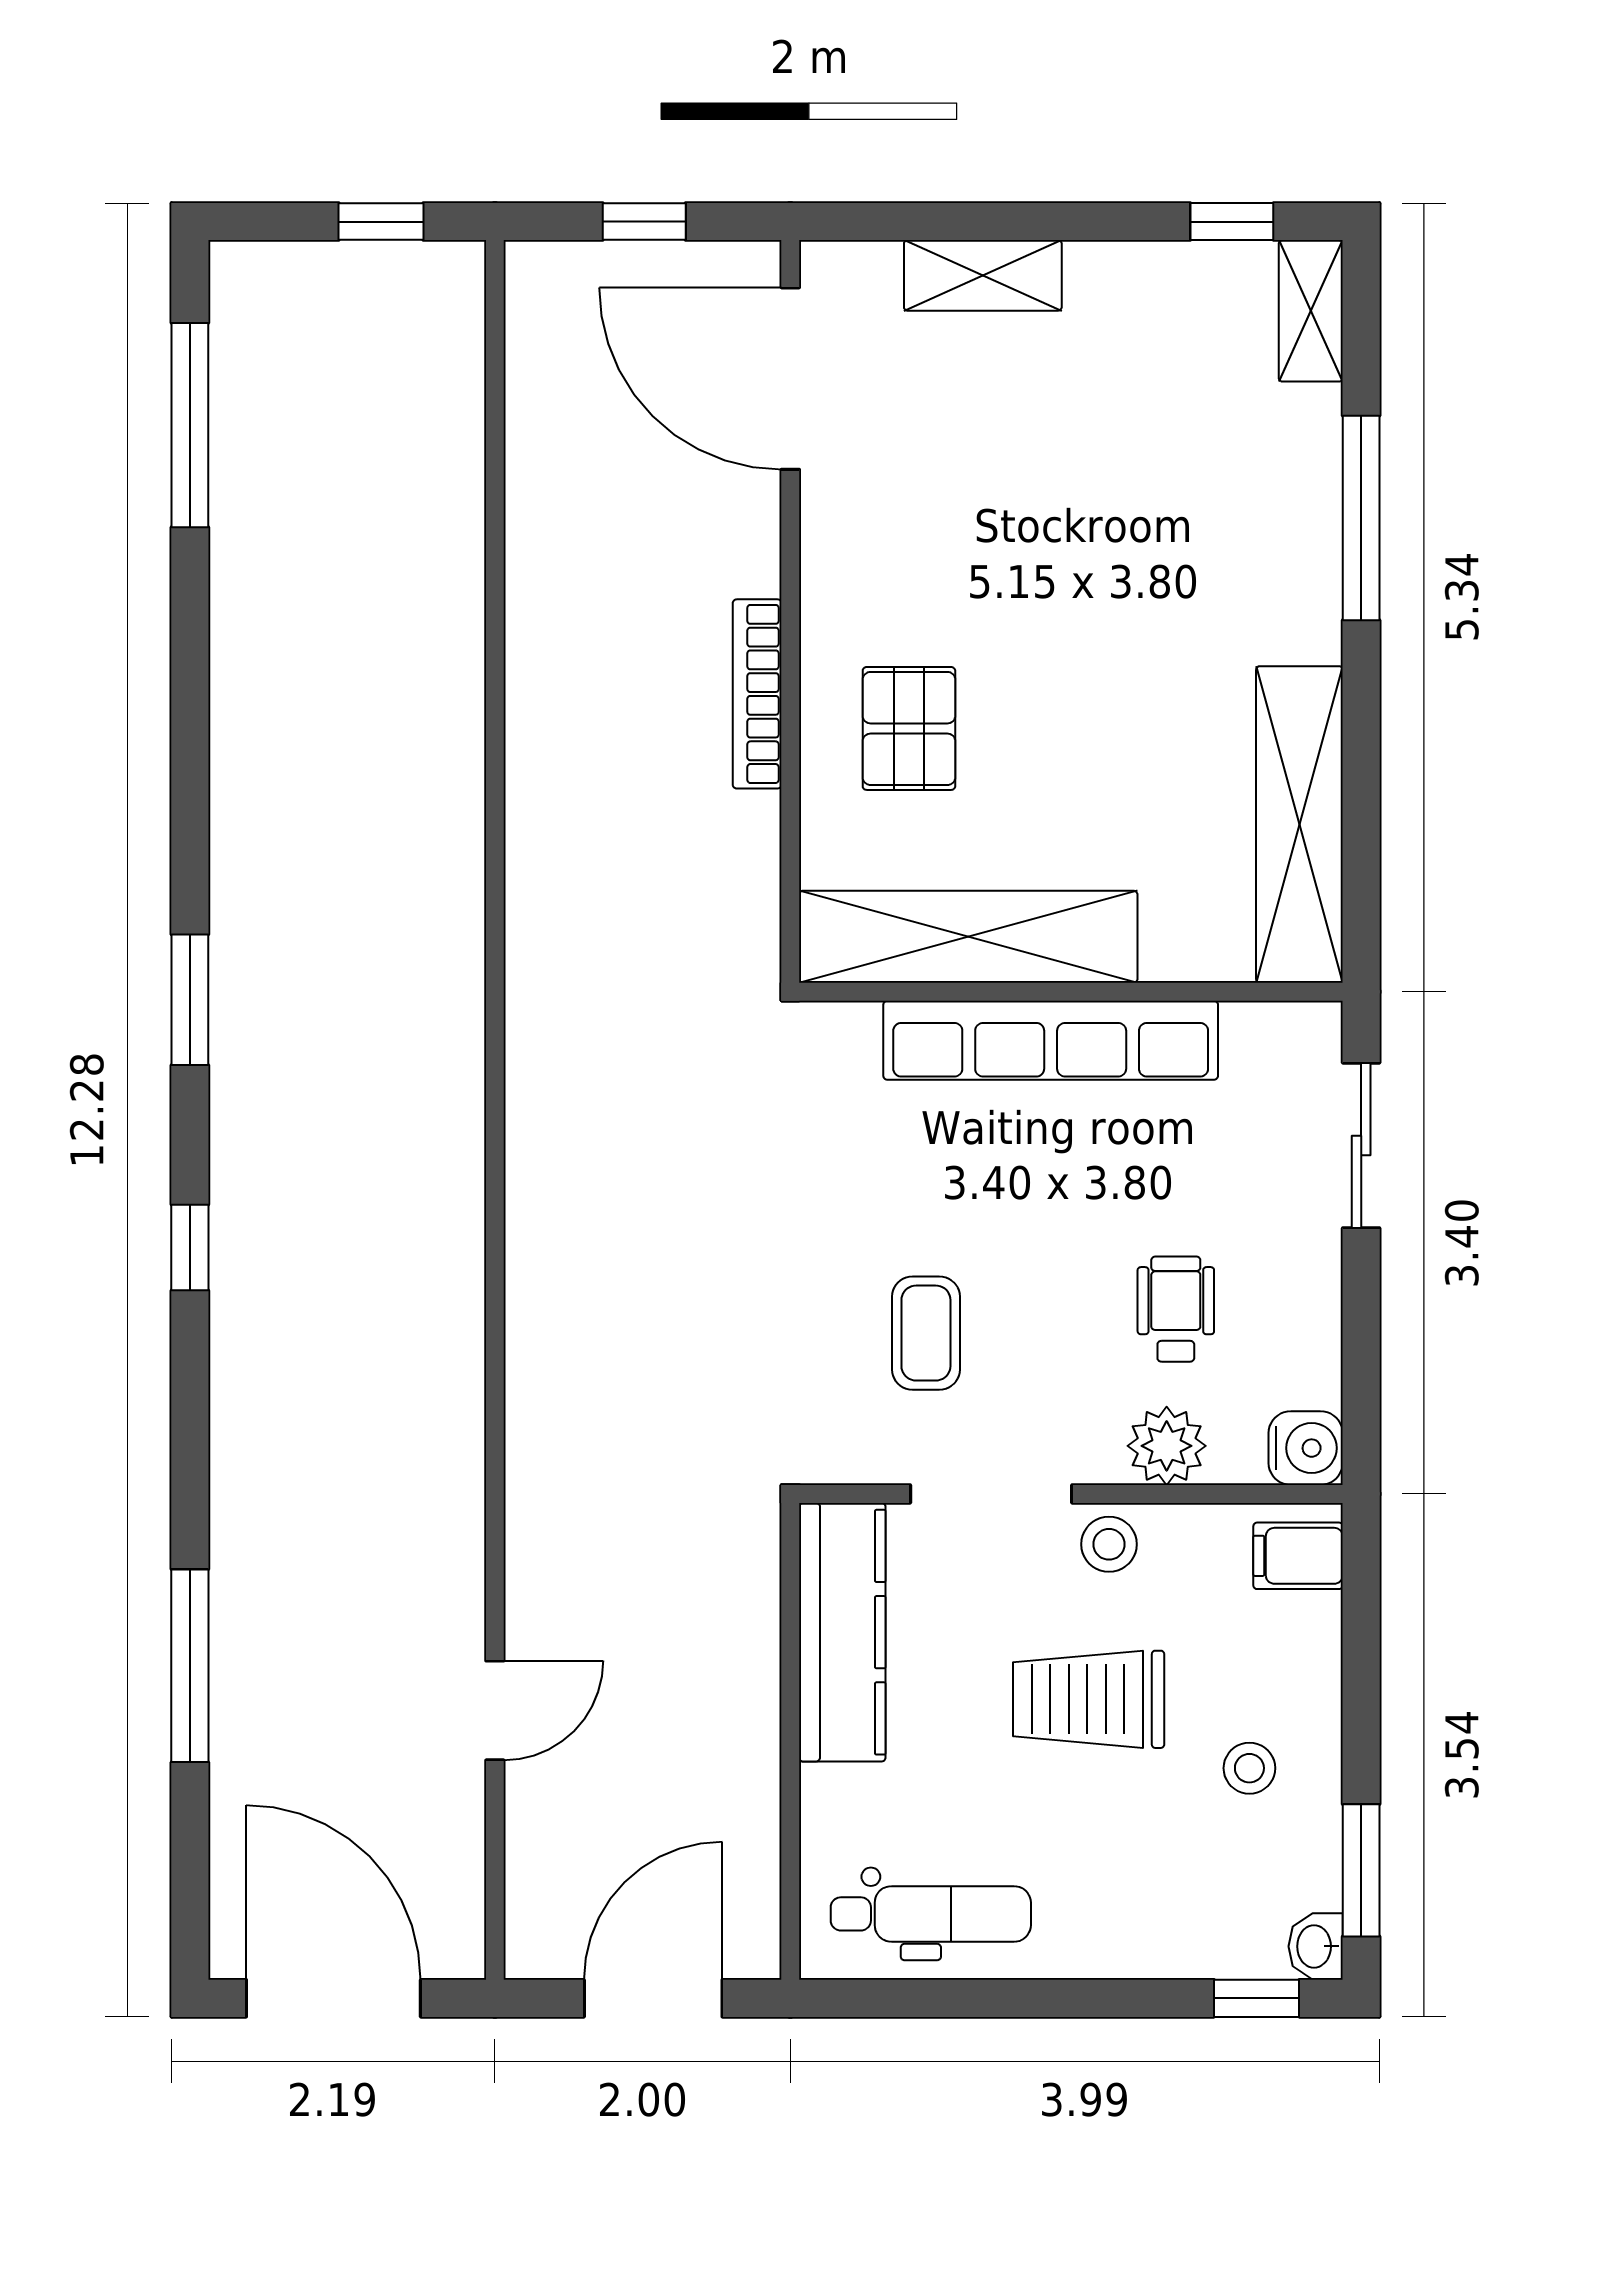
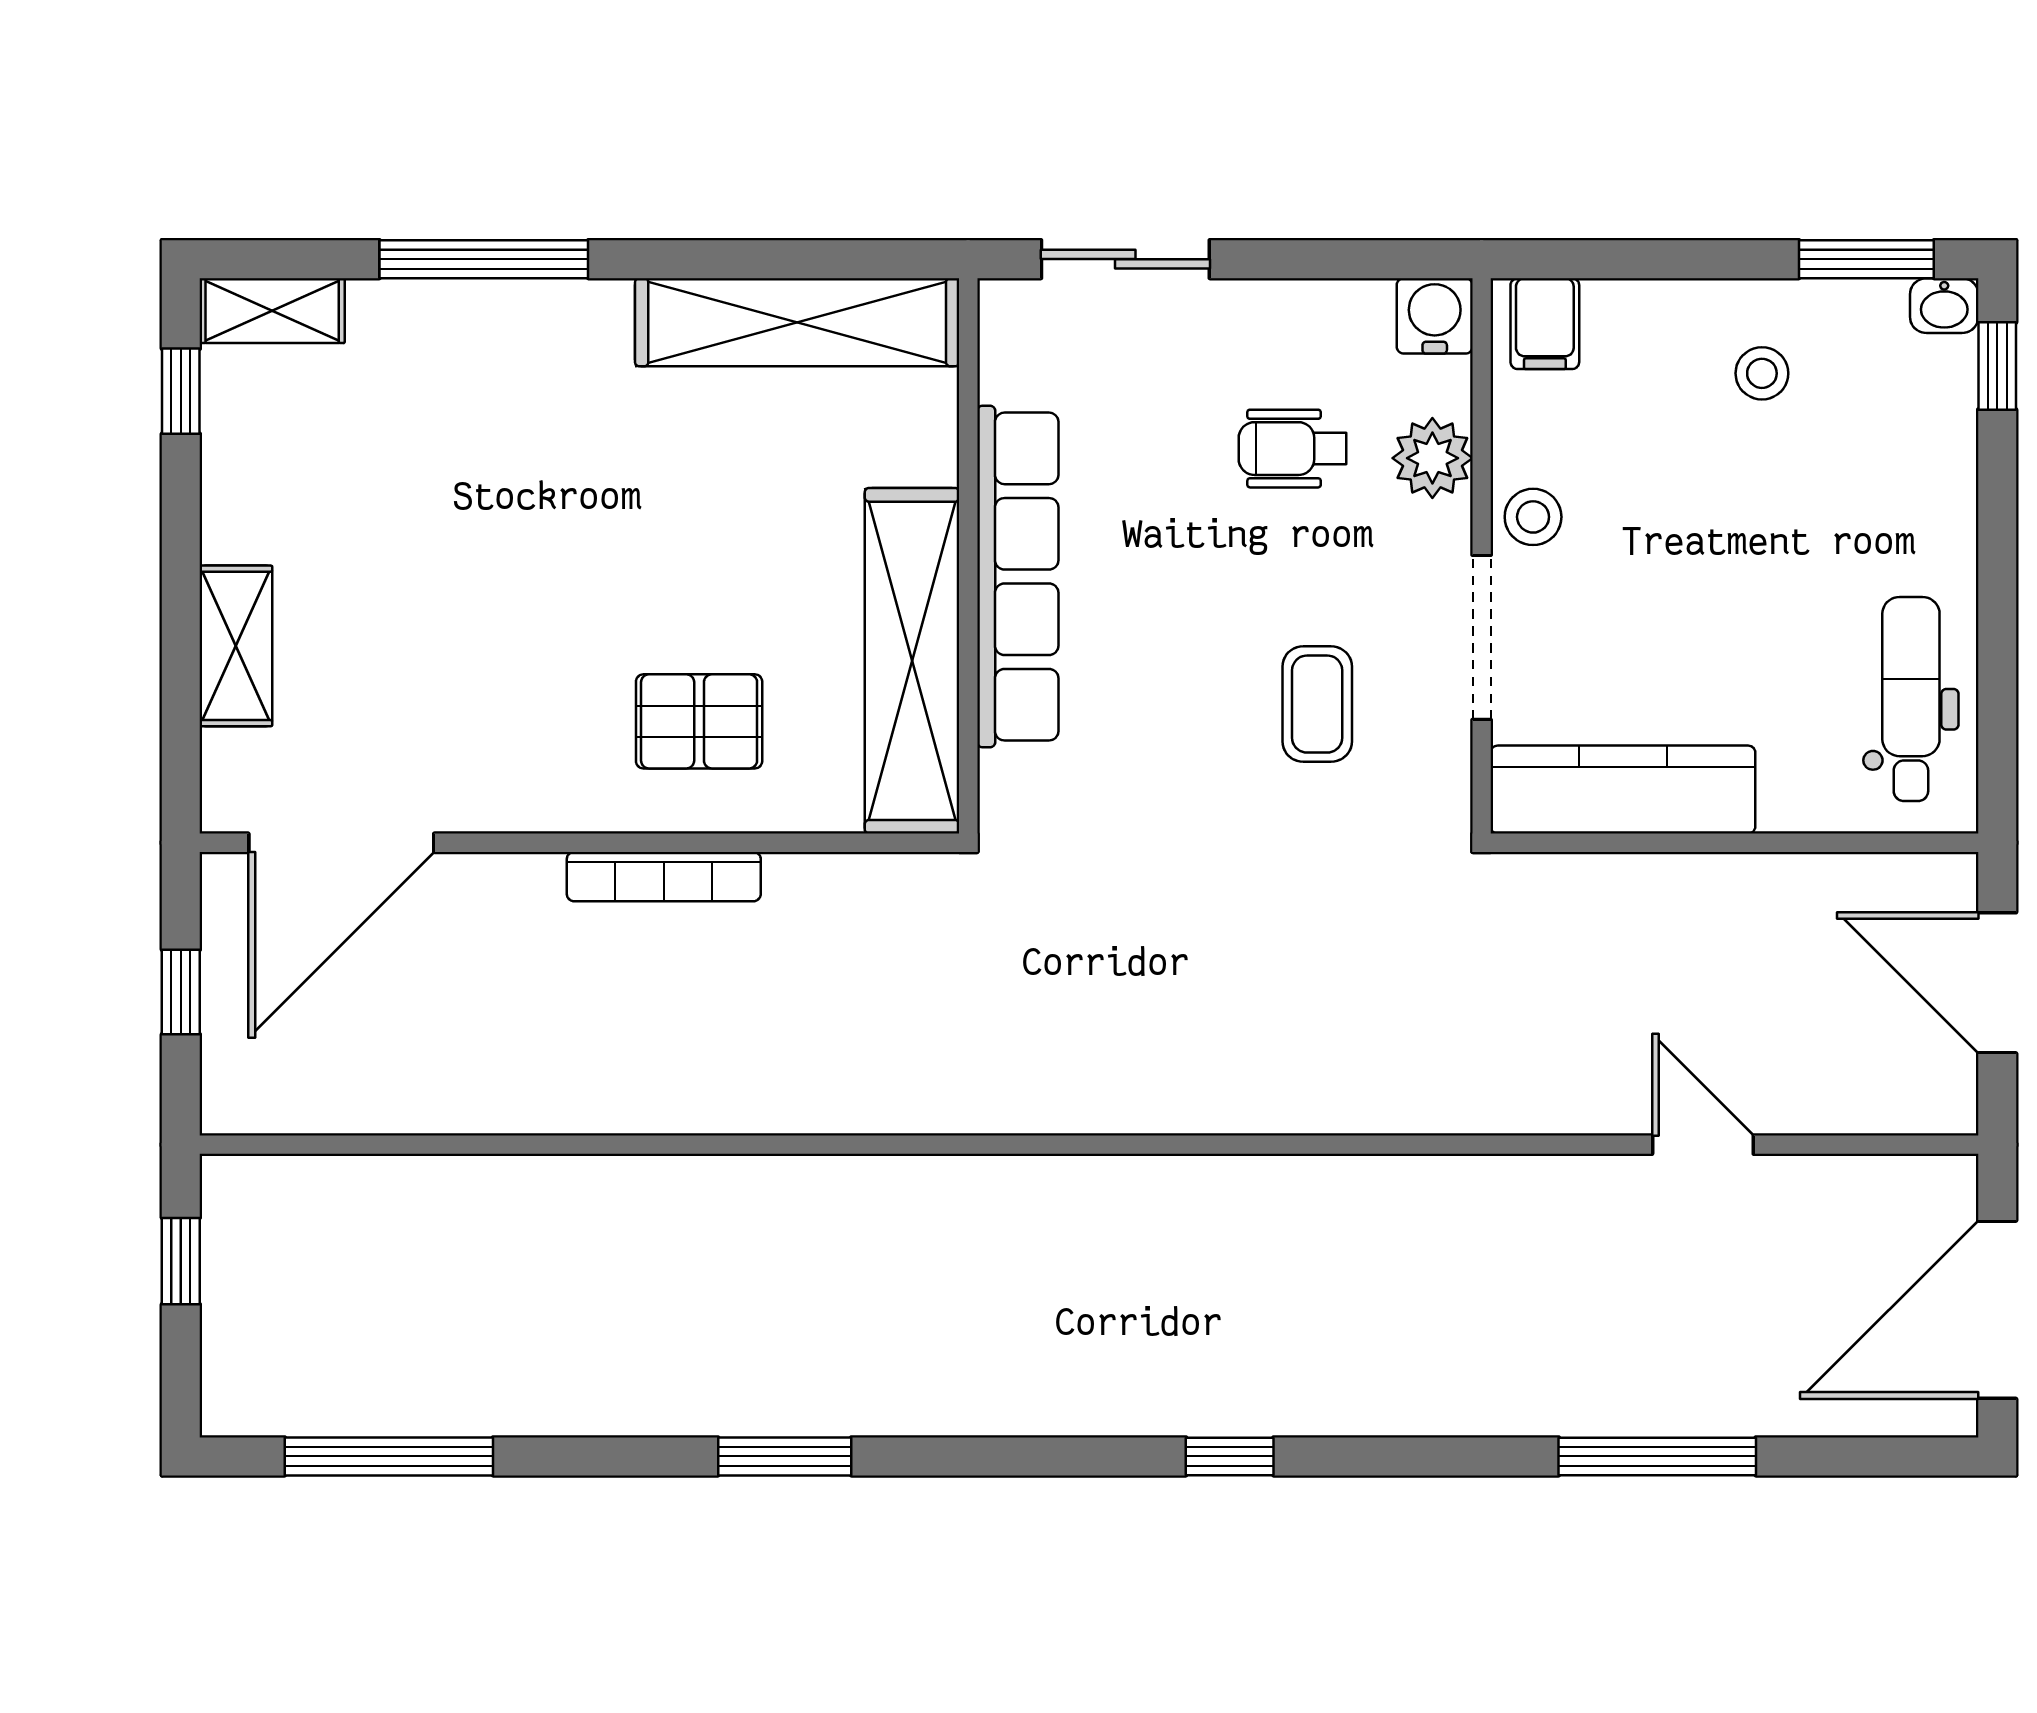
window: (190, 1000) -> (785, 1456), moved
coffee table: (926, 1333) -> (1317, 704), turned 90
trolley: (1089, 1699) -> (1692, 538), removed

